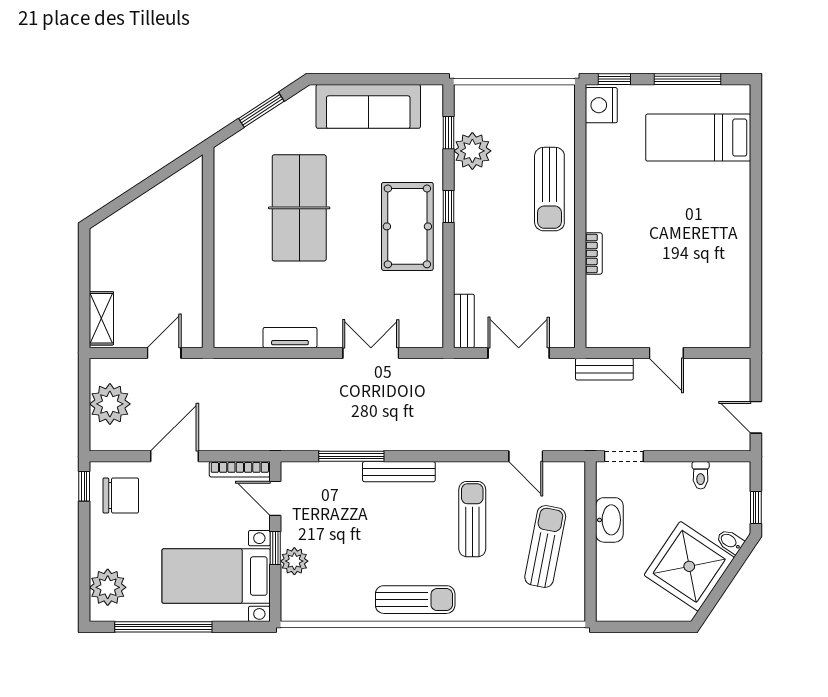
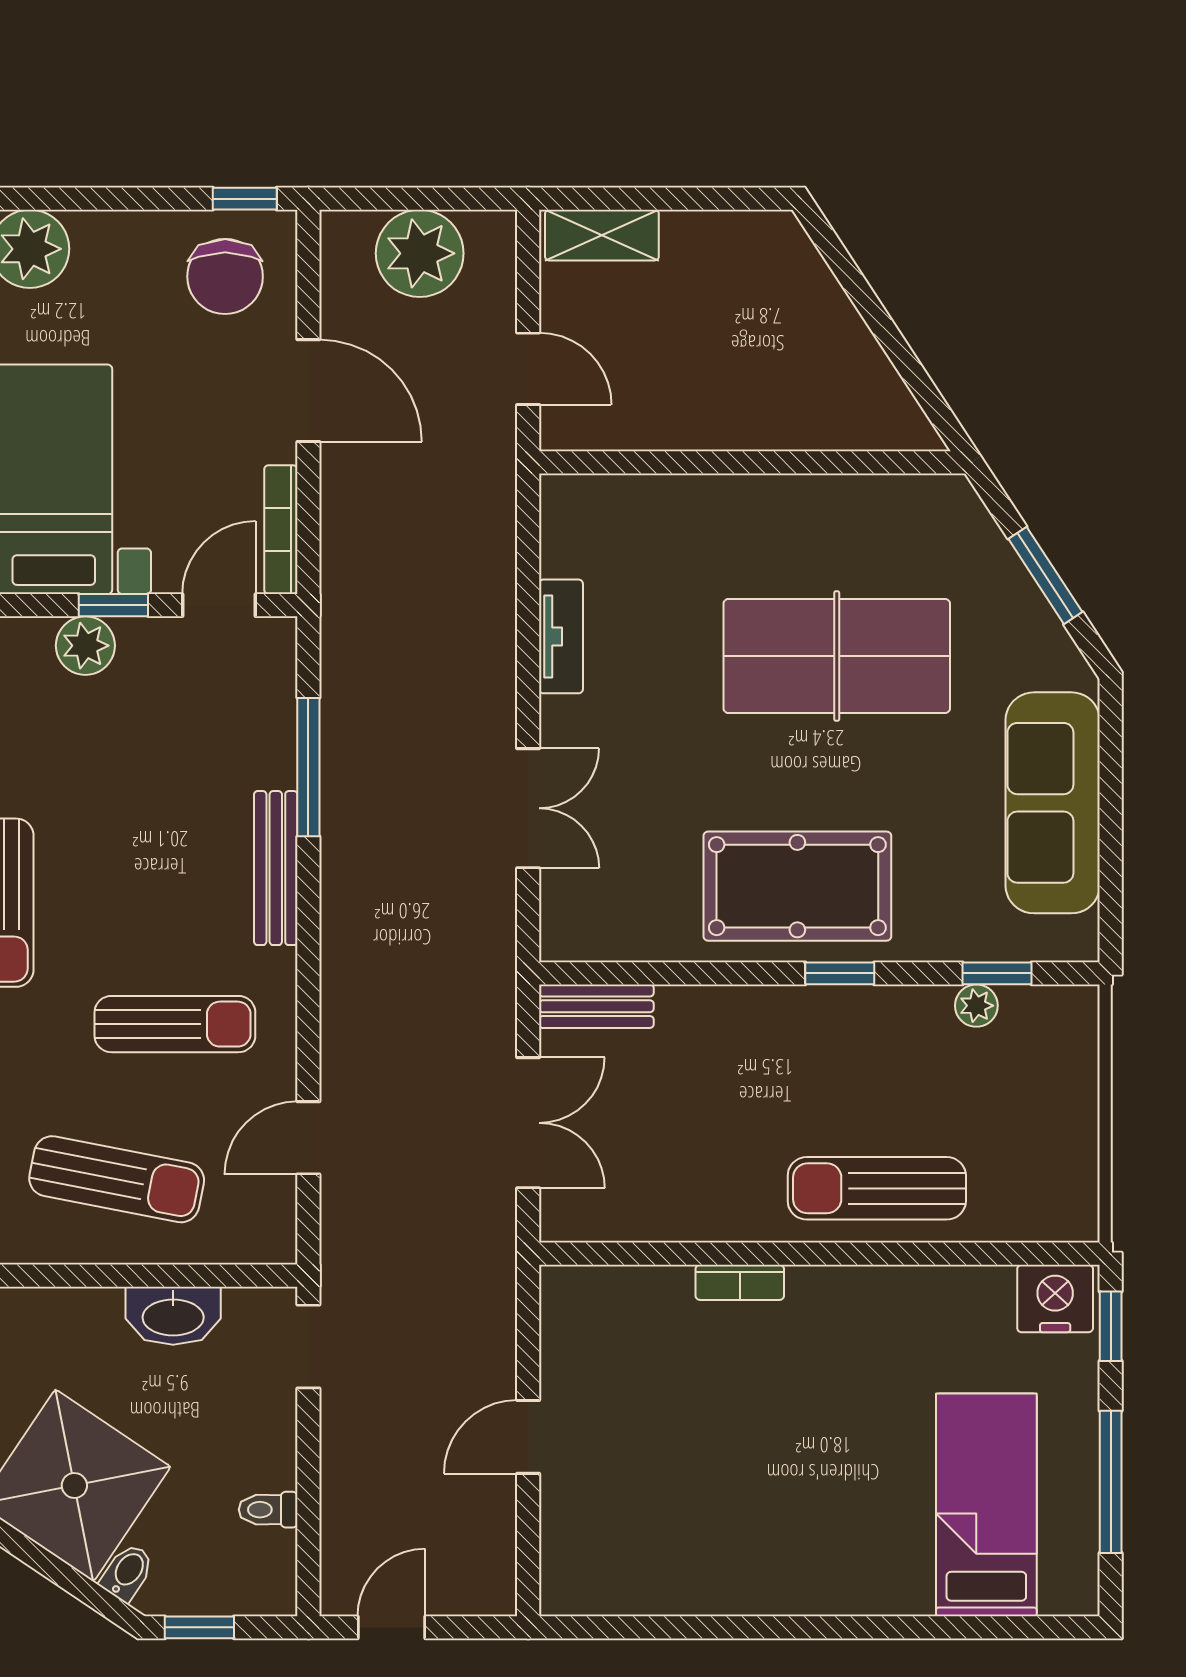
plant: (472, 151) -> (976, 1006), width x0.53, depth x0.53
bench: (604, 369) -> (494, 1305), removed

